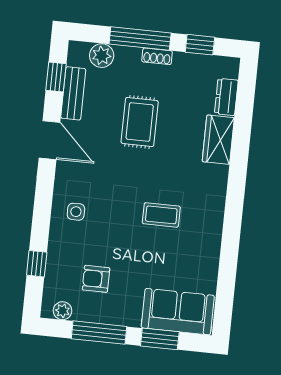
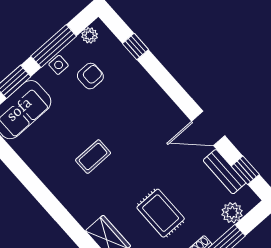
rug: (140, 122) -> (161, 213), moved
side table: (76, 212) -> (59, 65), moved

